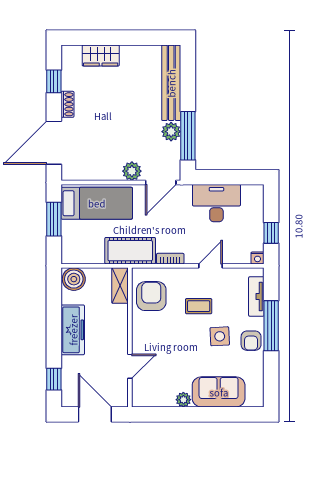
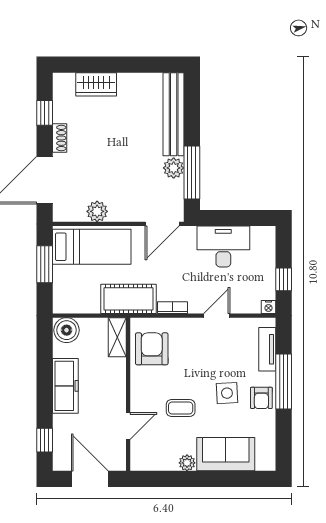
plant: (132, 171) -> (97, 211), moved
coffee table: (199, 306) -> (181, 408), moved

